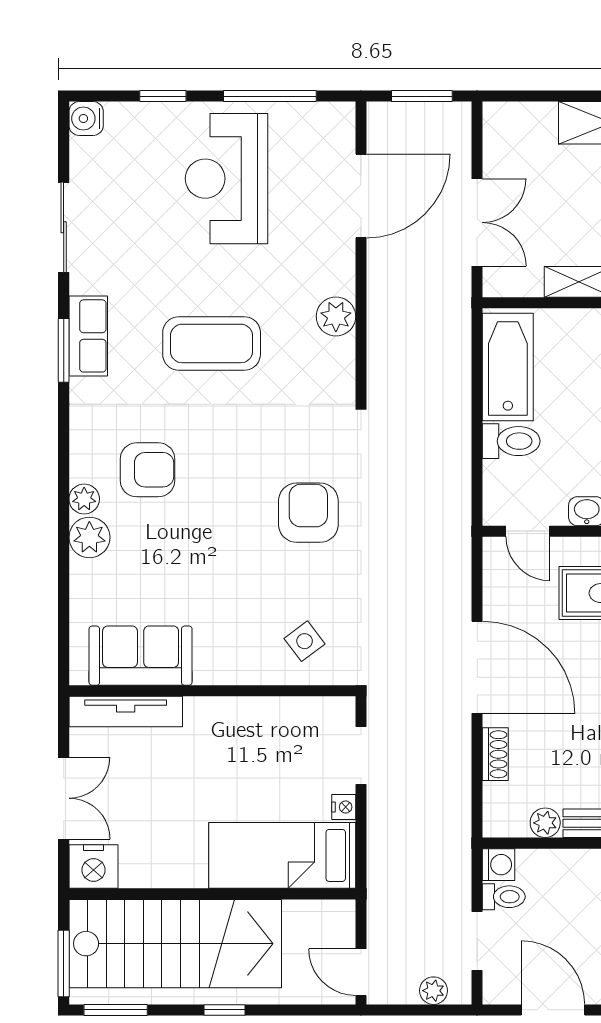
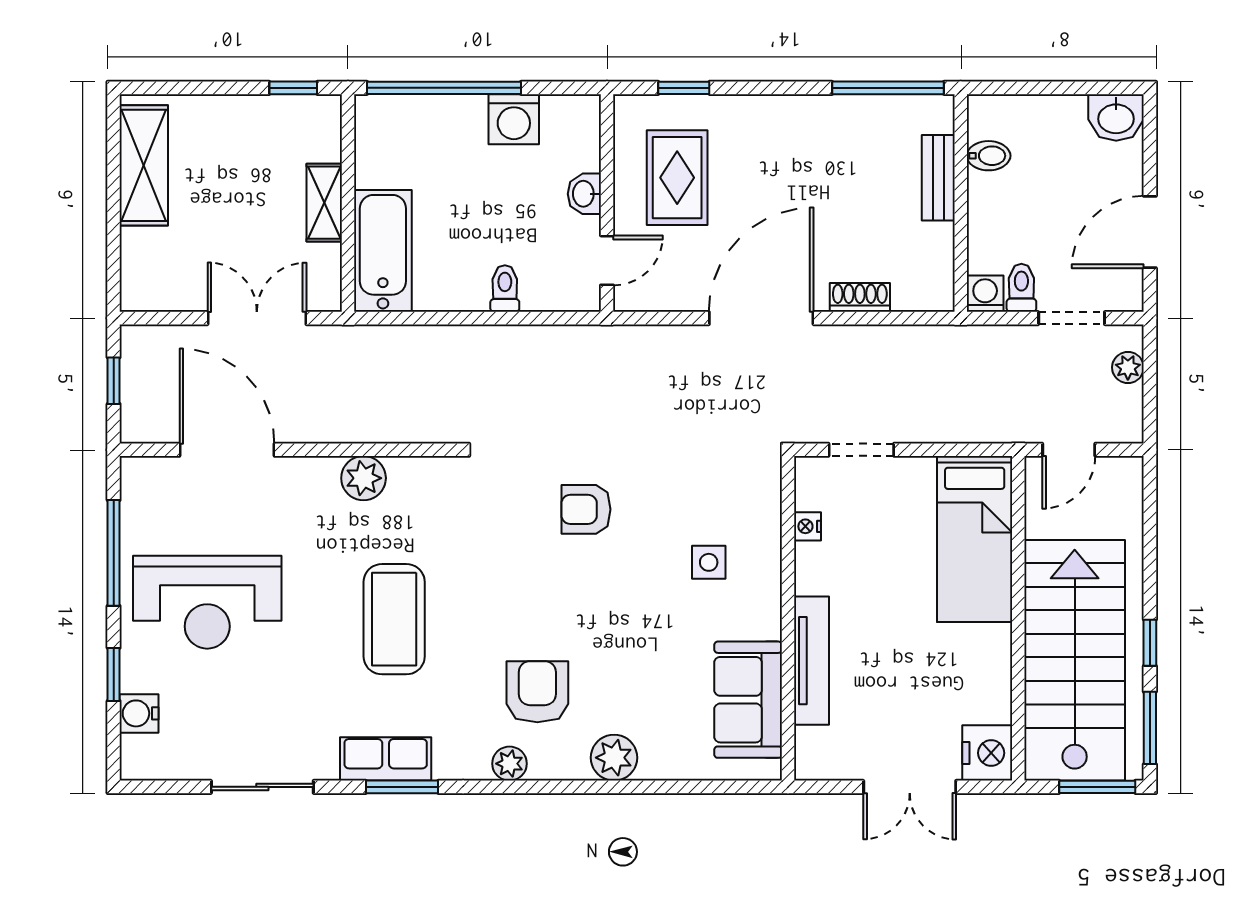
window: (422, 96) -> (114, 381), width x0.67
water cooler: (86, 119) -> (139, 713), moved, turned 90
bathtub: (508, 367) -> (383, 251), moved, turned 90
toilet: (511, 441) -> (505, 288), width x0.73, depth x0.72
plant: (84, 499) -> (510, 764), moved
armchair: (308, 513) -> (586, 509), width x0.72, depth x0.72
side table: (305, 641) -> (709, 562), moved, turned 37
tv unit: (126, 712) -> (812, 661), moved
double door: (64, 798) -> (910, 787), swing flipped
nightstand: (344, 807) -> (808, 526), moved, turned -90
plant: (545, 823) -> (938, 241), removed
door: (361, 972) -> (1069, 450), moved
window: (225, 1010) -> (1150, 643), moved

